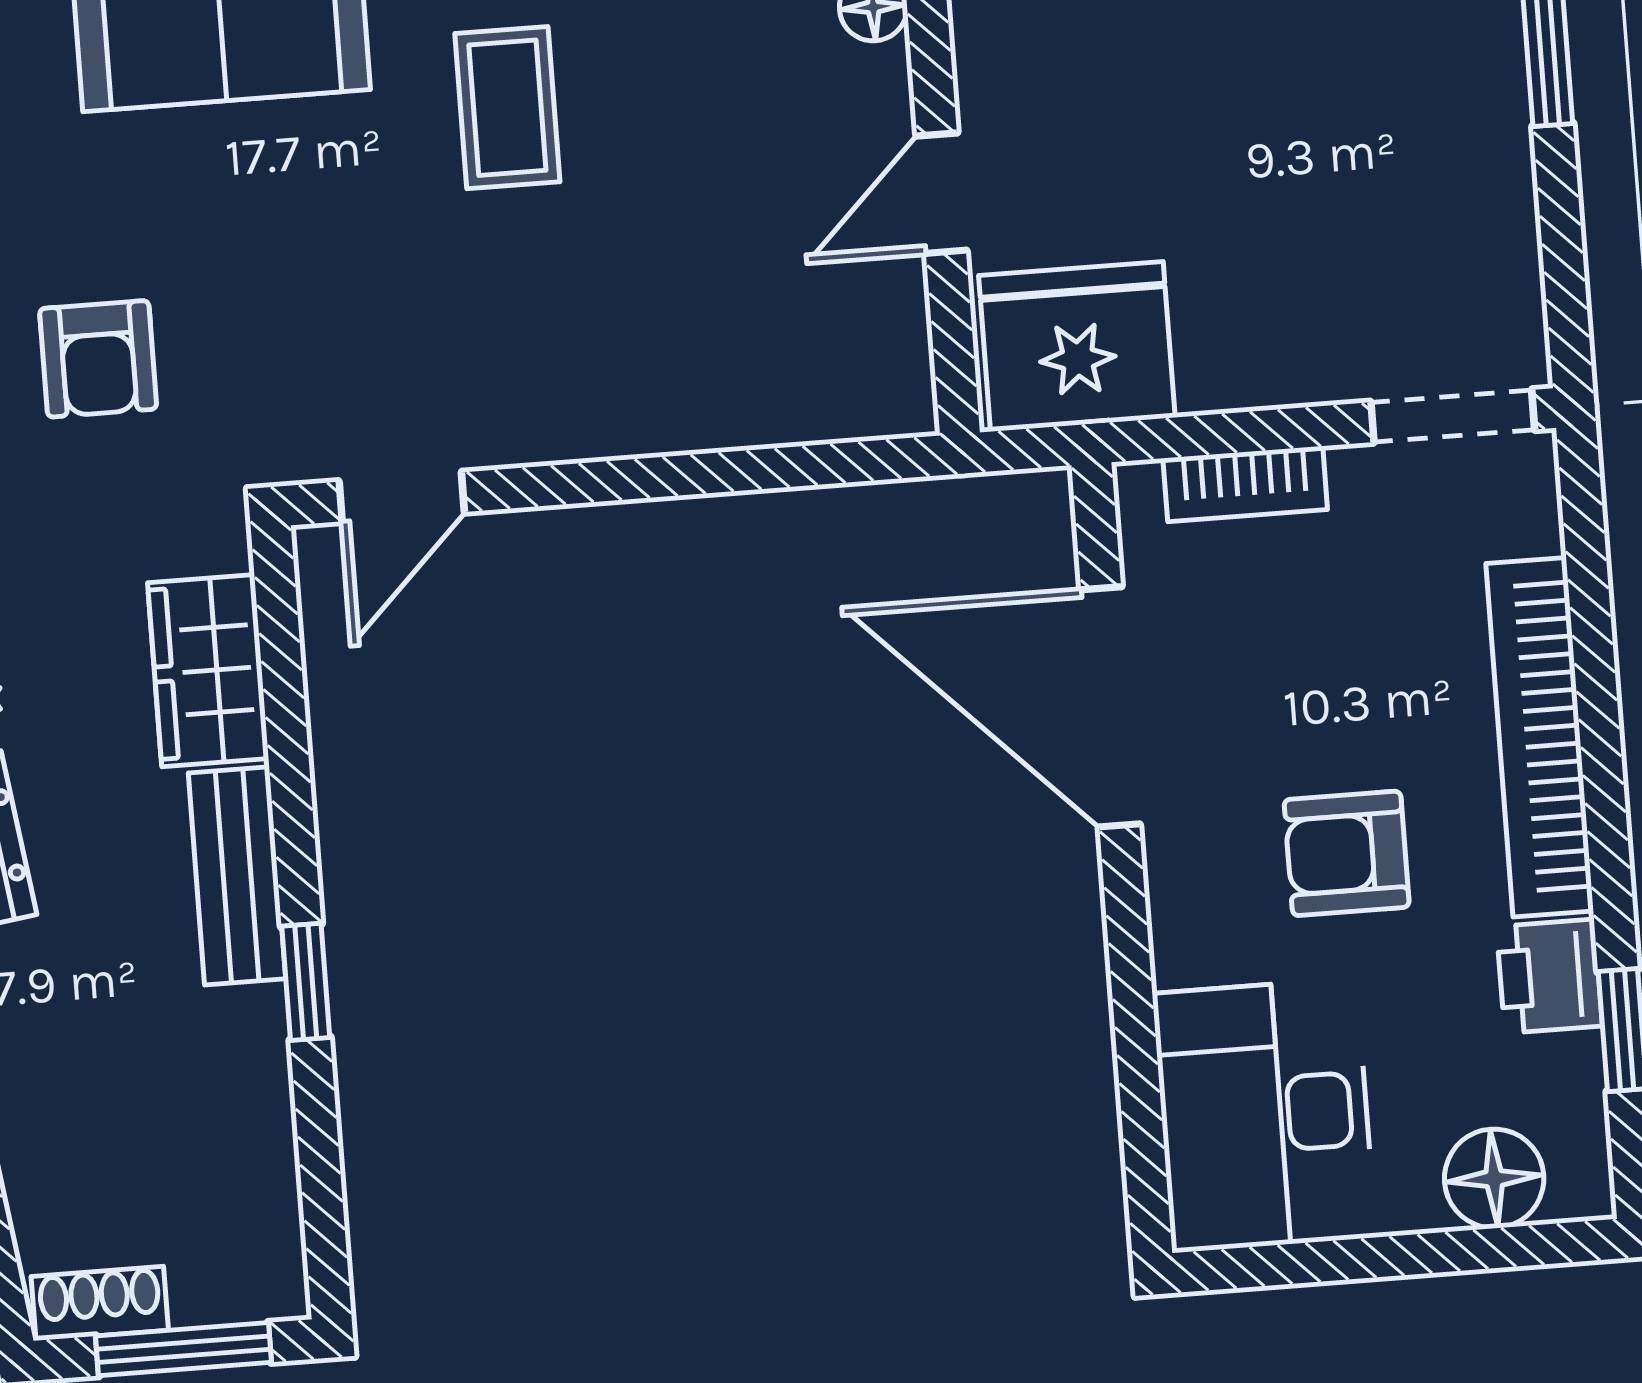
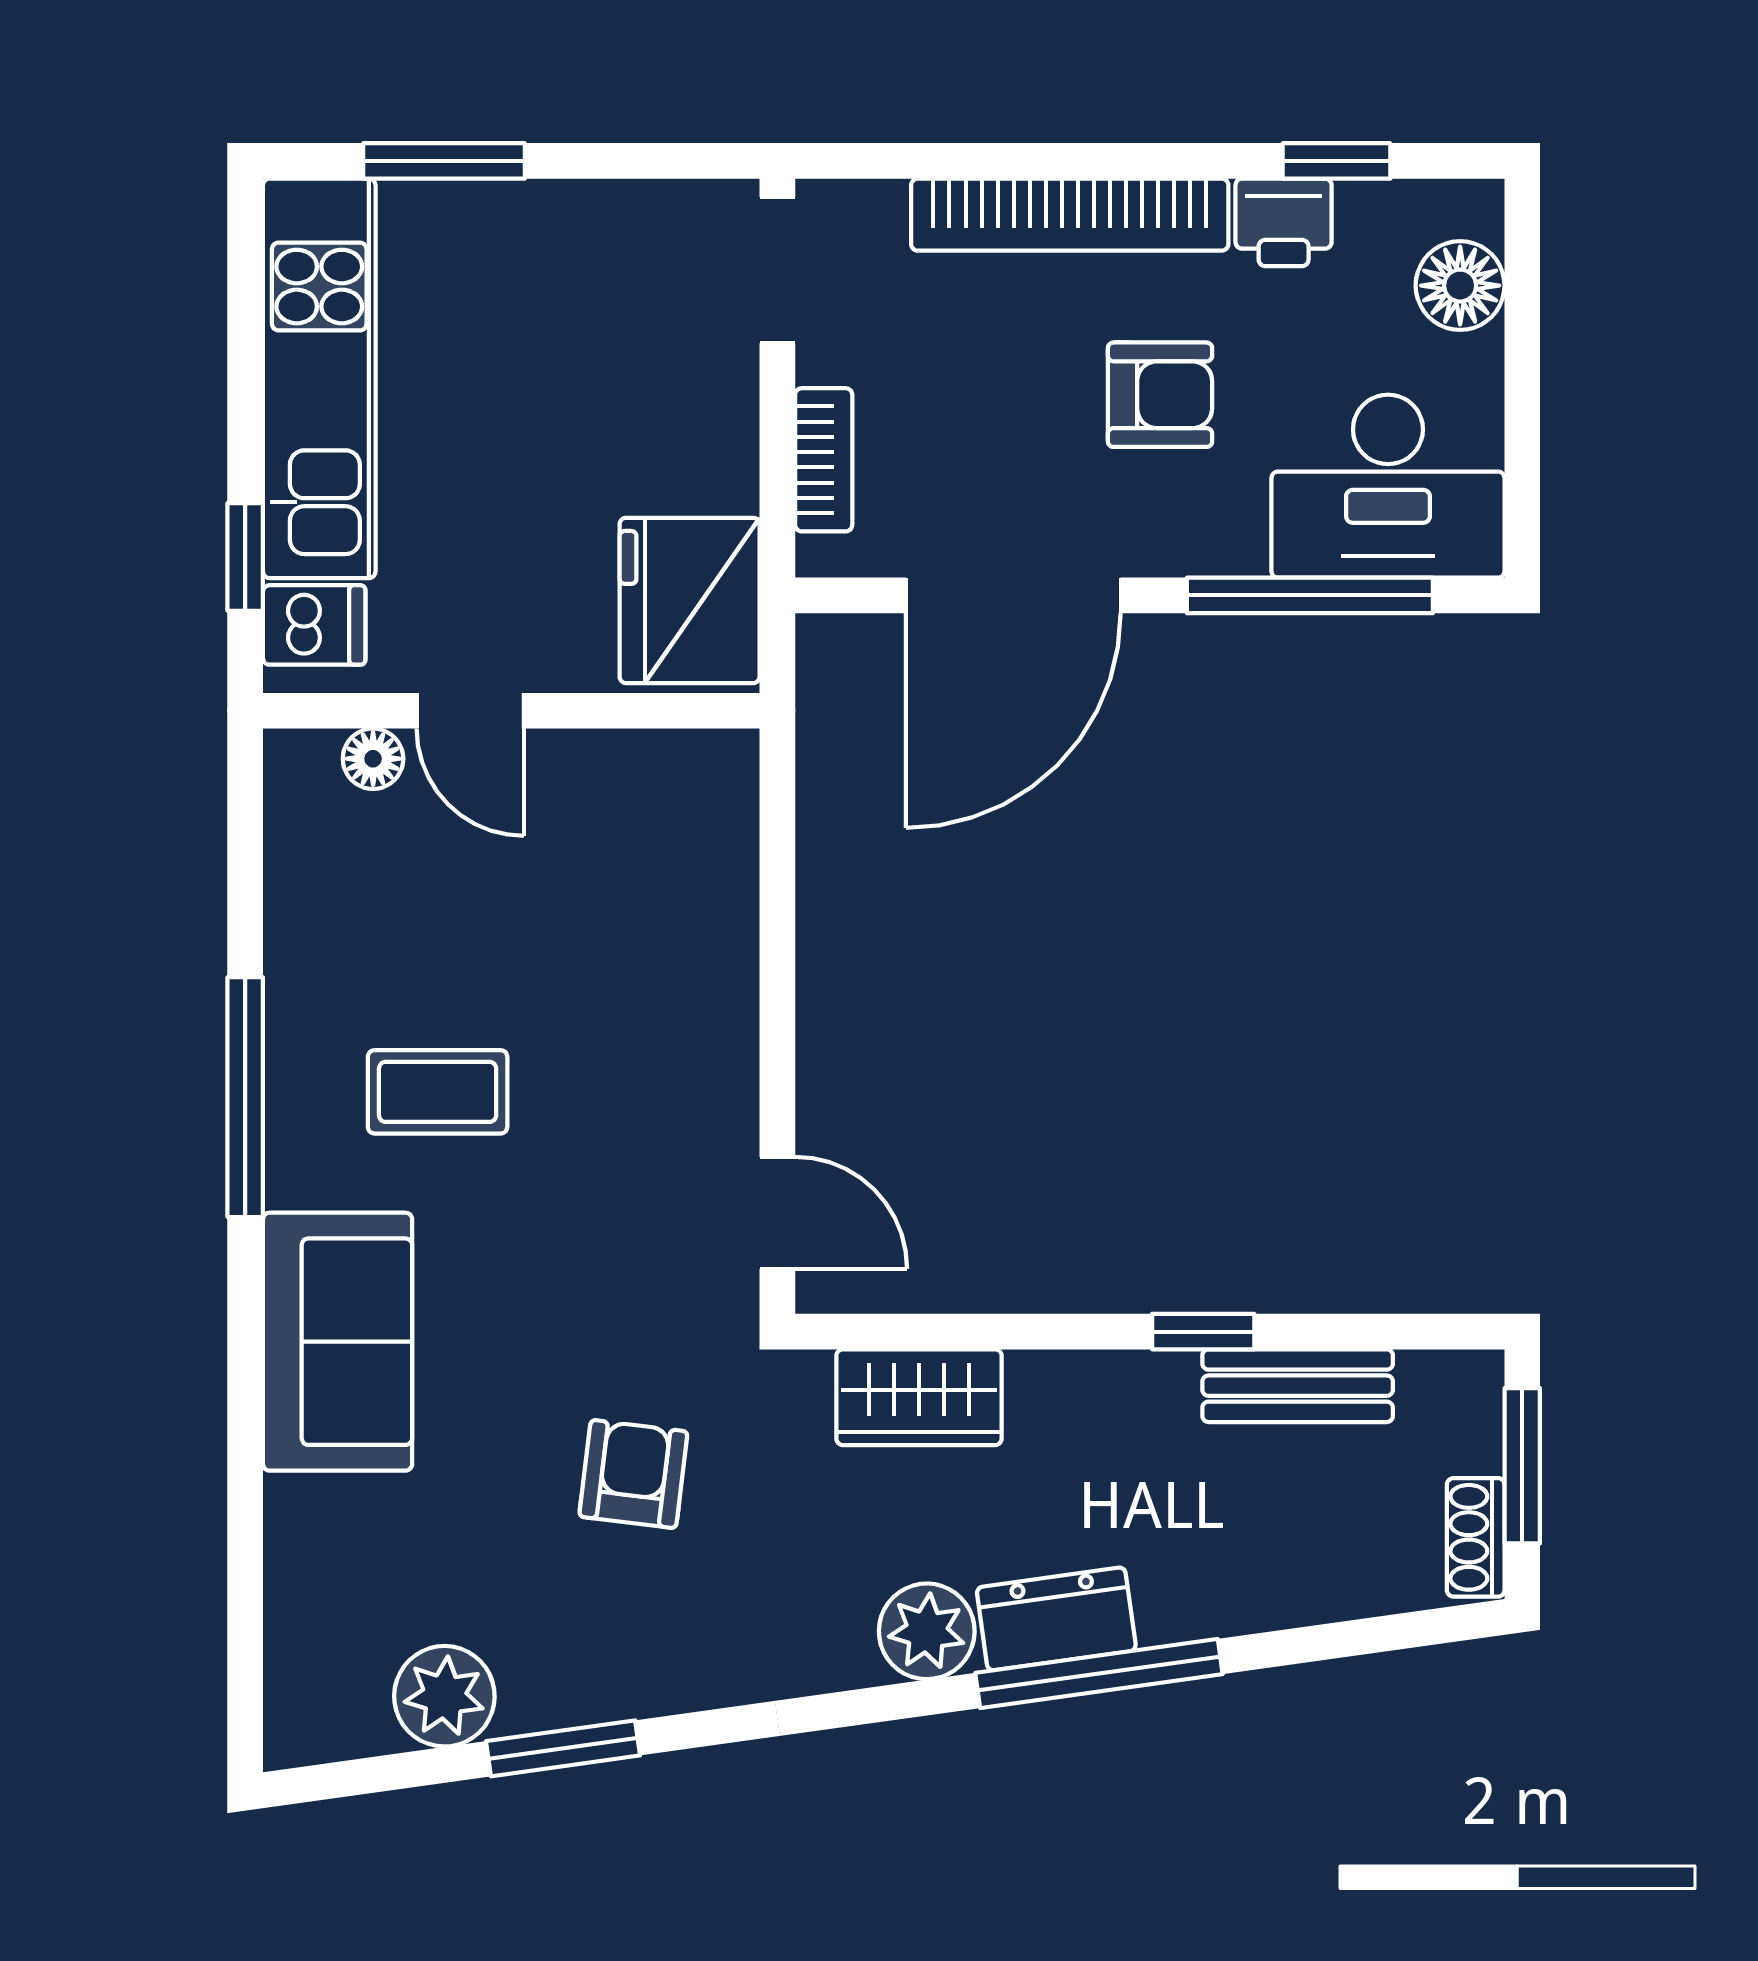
door: (941, 193) -> (470, 711), moved
armchair: (98, 359) -> (633, 1474), turned -83
armchair: (1347, 853) -> (1160, 395), turned -90
bench: (237, 876) -> (1298, 1386), moved
window: (1136, 1038) -> (1310, 595), added

